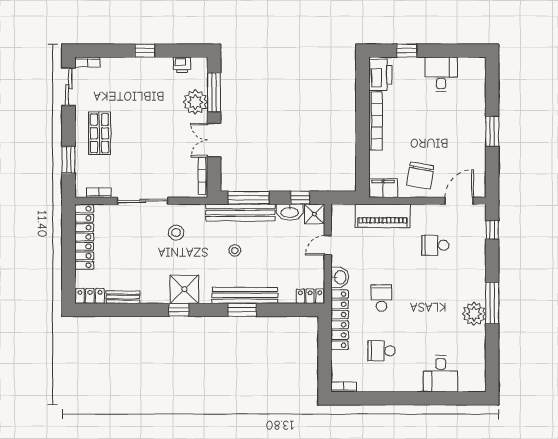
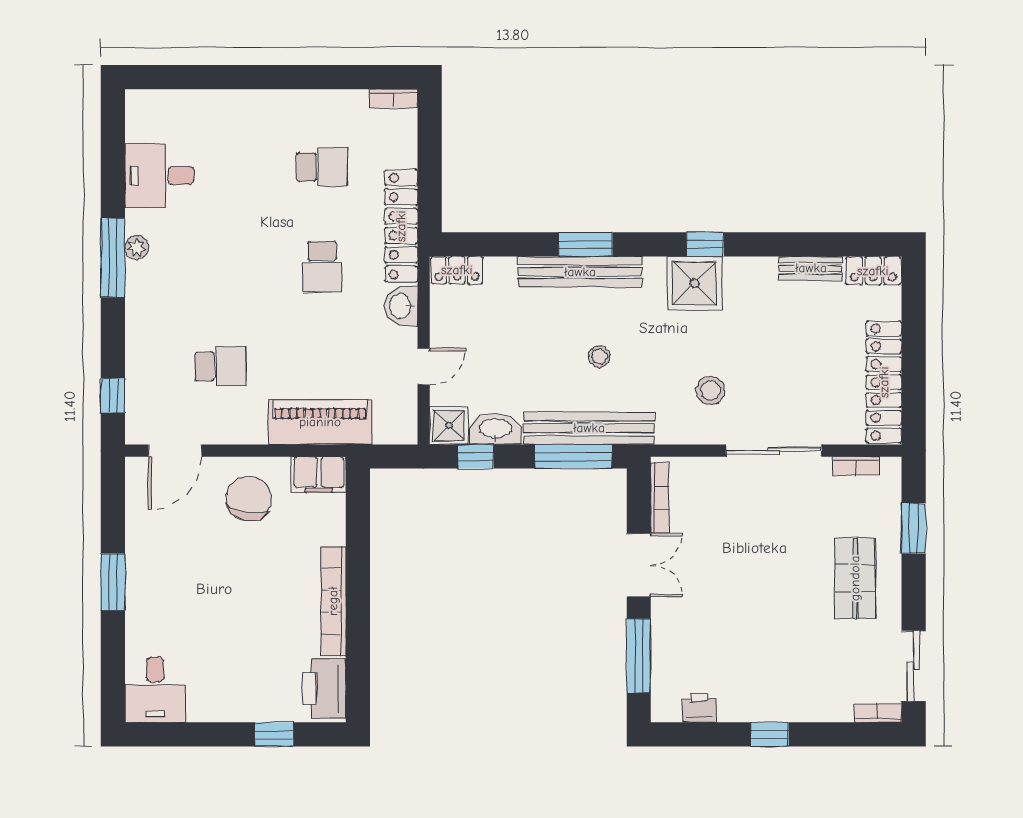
desk: (441, 74) -> (155, 690), moved
plant: (195, 102) -> (674, 637), removed
plant: (474, 314) -> (137, 247), width x0.53, depth x0.53
desk: (441, 374) -> (159, 176), moved, turned -90

